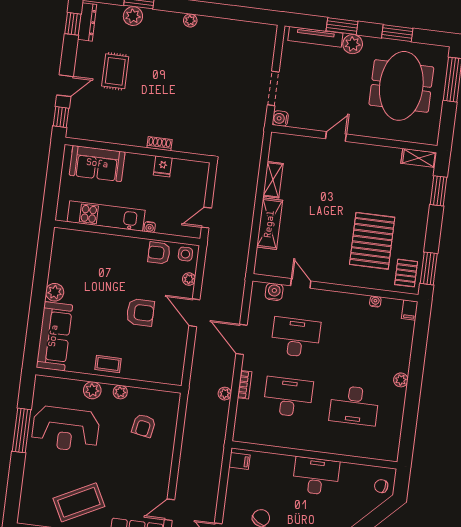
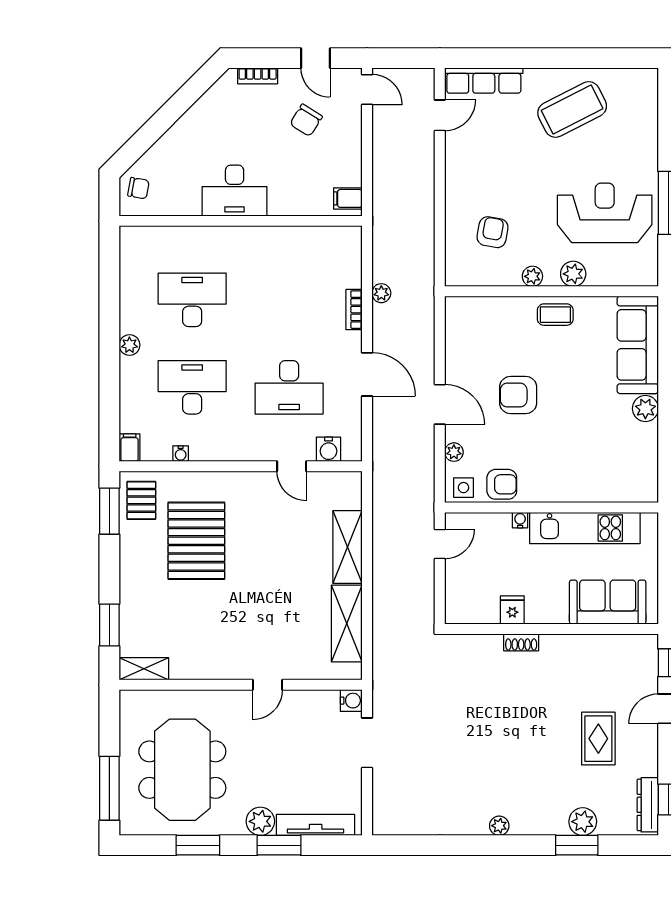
shelving: (273, 180) -> (347, 624), width x1.50, depth x1.33
desk: (288, 397) -> (192, 387), moved, turned 180

